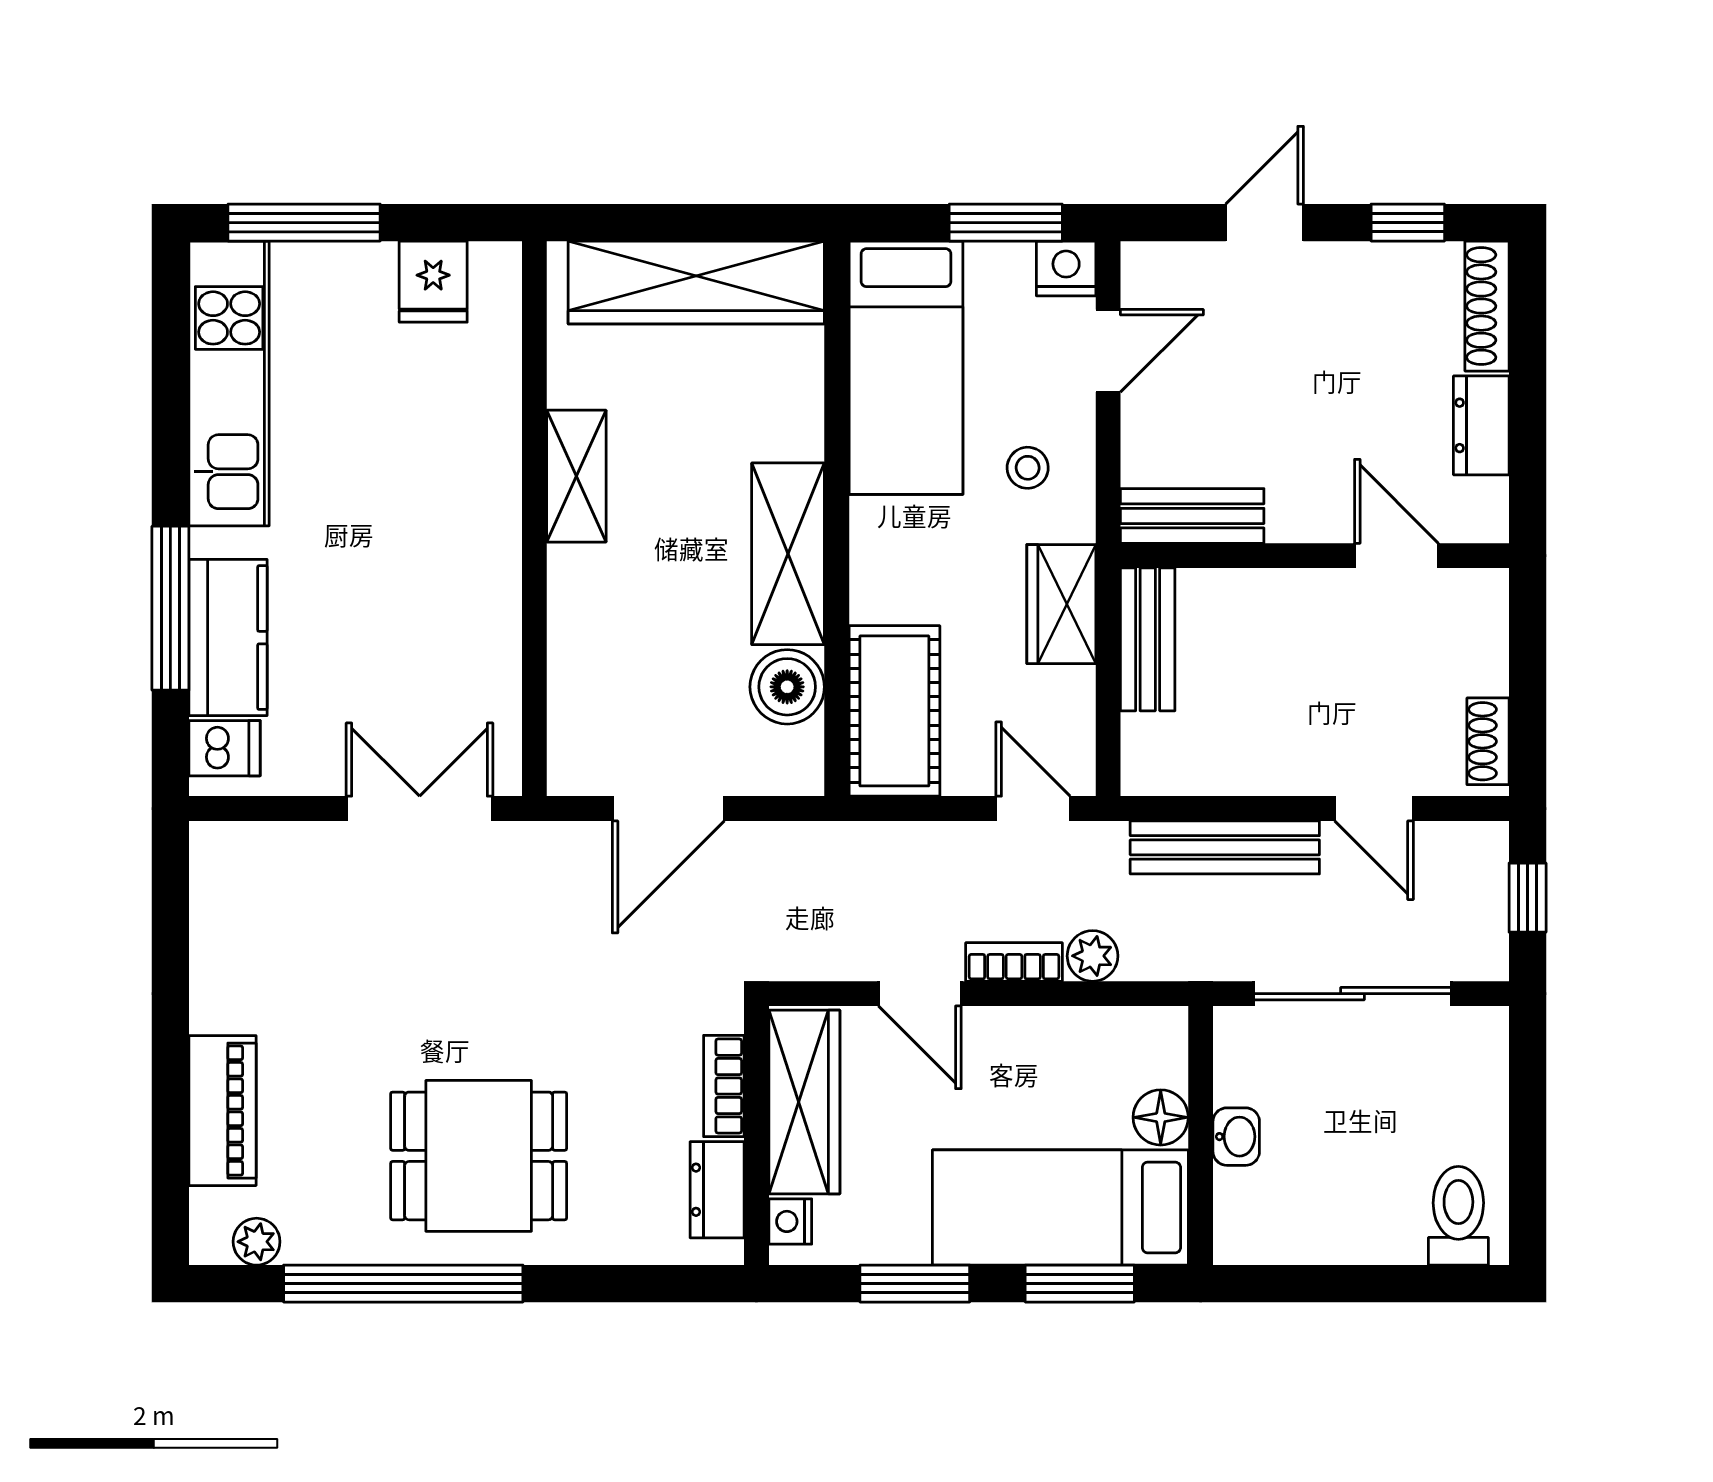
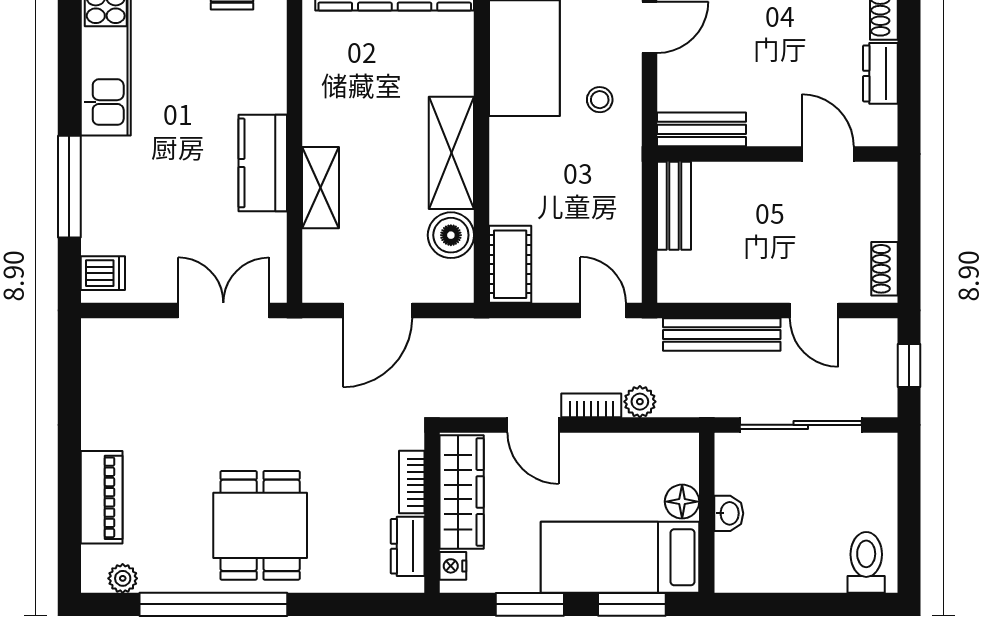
shelving: (576, 476) -> (321, 188), moved
wardrobe: (1061, 604) -> (621, 184), removed
kitchen counter: (228, 638) -> (263, 163), moved, turned 180
cot: (894, 711) -> (510, 264), width x0.73, depth x0.75
dining table: (479, 1156) -> (260, 525), turned 90

